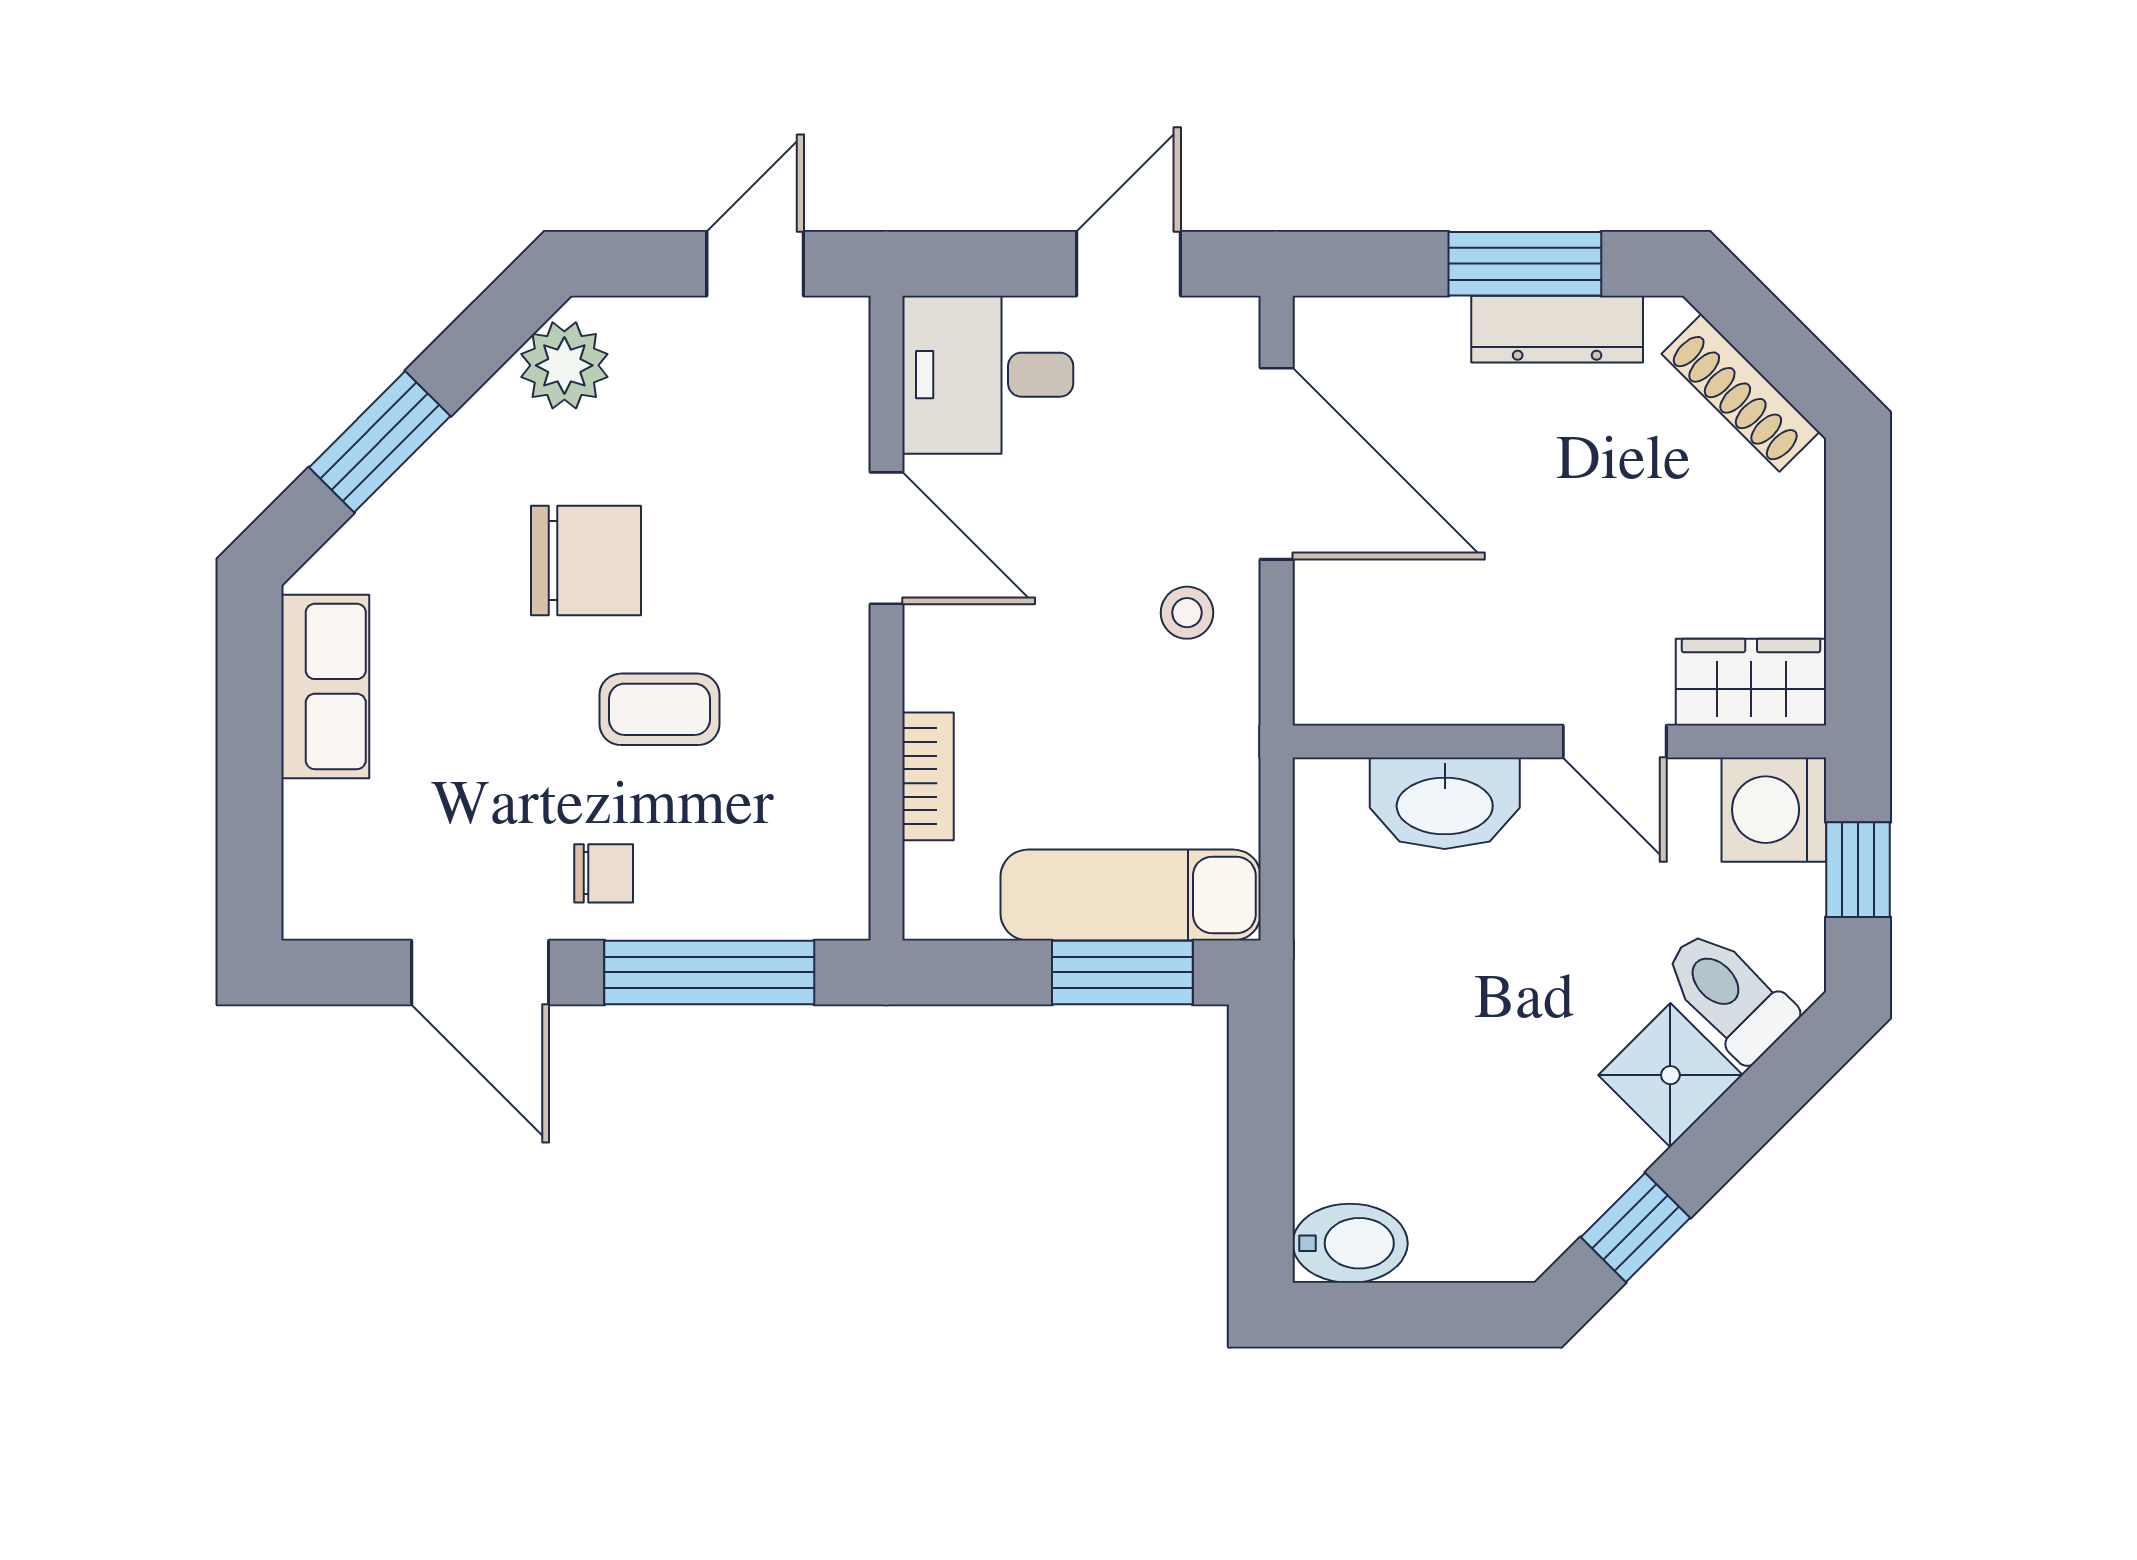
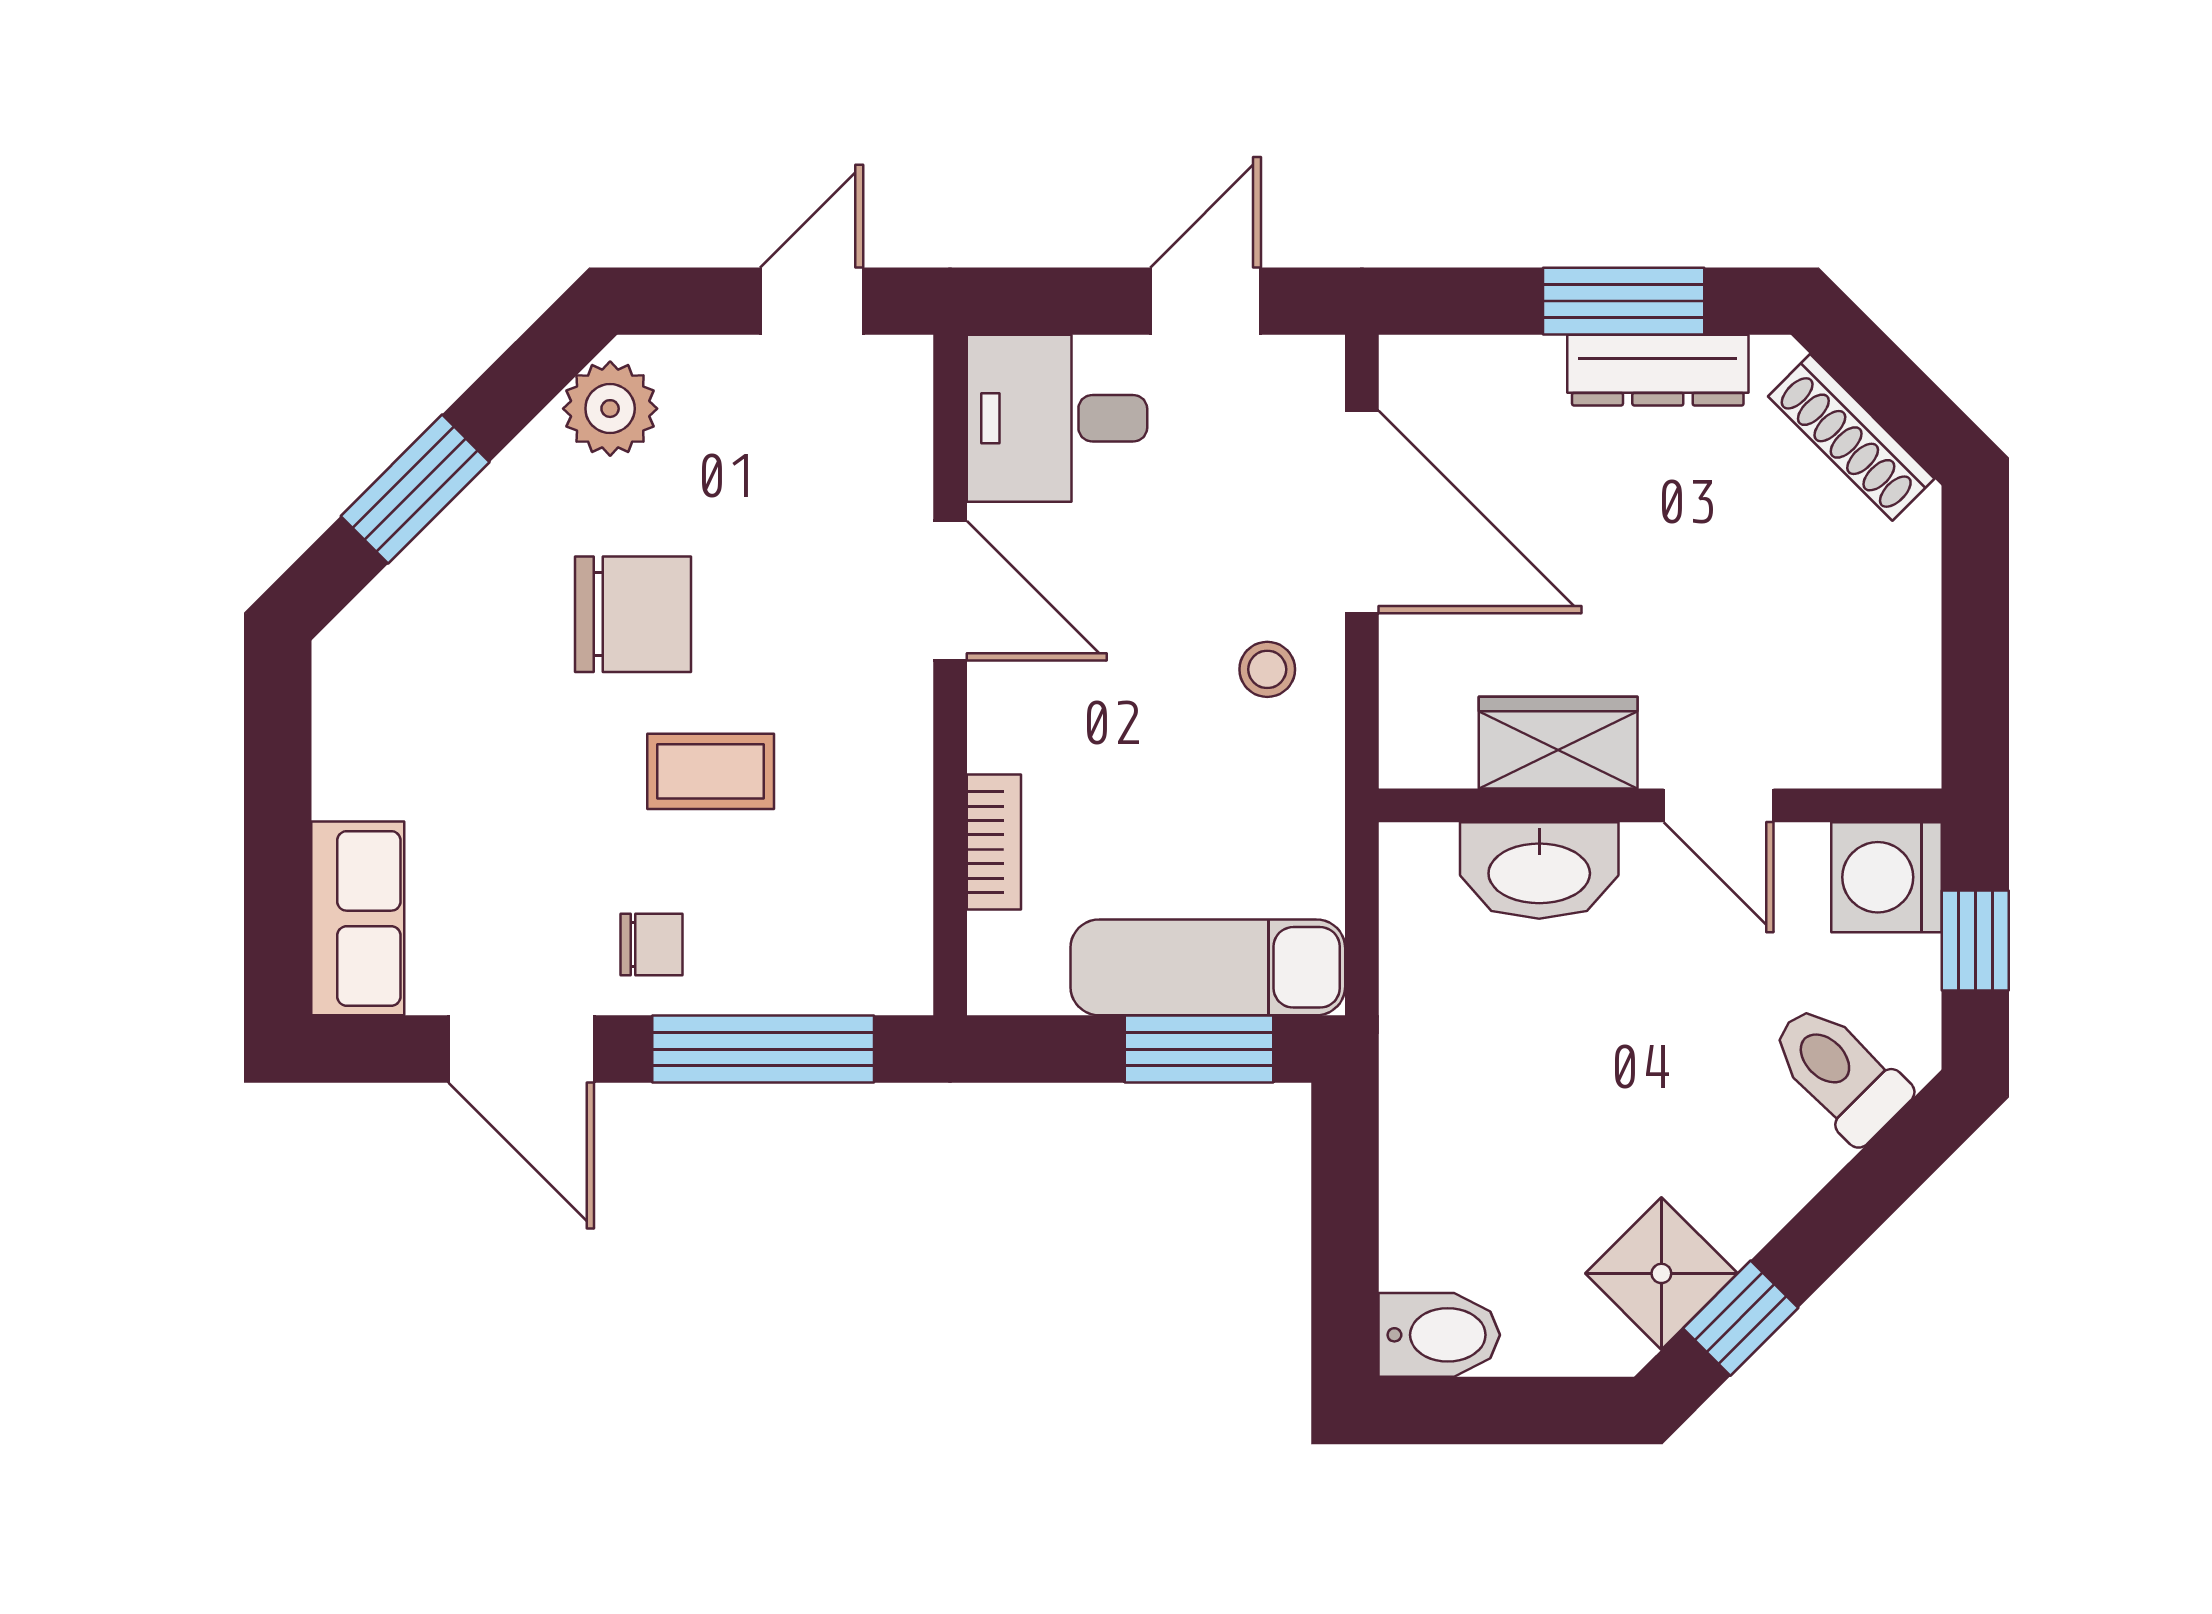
wardrobe: (1751, 682) -> (1558, 743), moved
row of seats: (325, 686) -> (358, 918), moved
shower: (1670, 1075) -> (1661, 1273), moved

